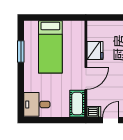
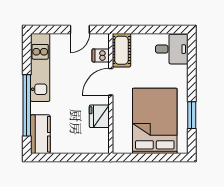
bed: (50, 47) -> (155, 121), width x1.50
dishwasher: (94, 112) -> (101, 55), moved

